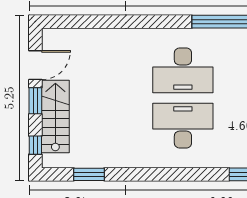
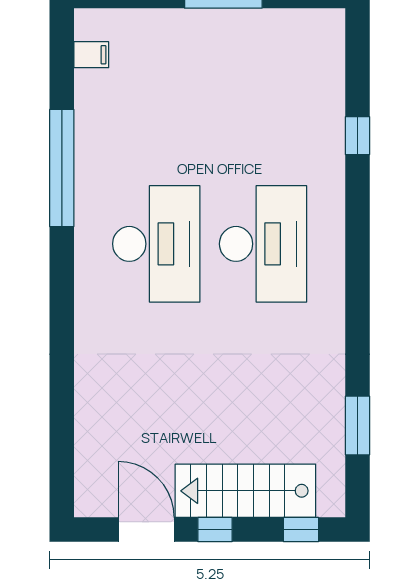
window: (35, 101) -> (215, 530), width x0.67
desk: (183, 126) -> (263, 244), turned 180

